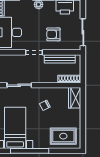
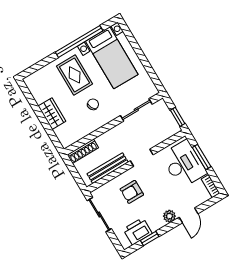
armchair: (53, 34) -> (132, 192), turned 180
wardrobe: (75, 98) -> (52, 114), moved
rug: (63, 136) -> (75, 75), moved, turned 90

